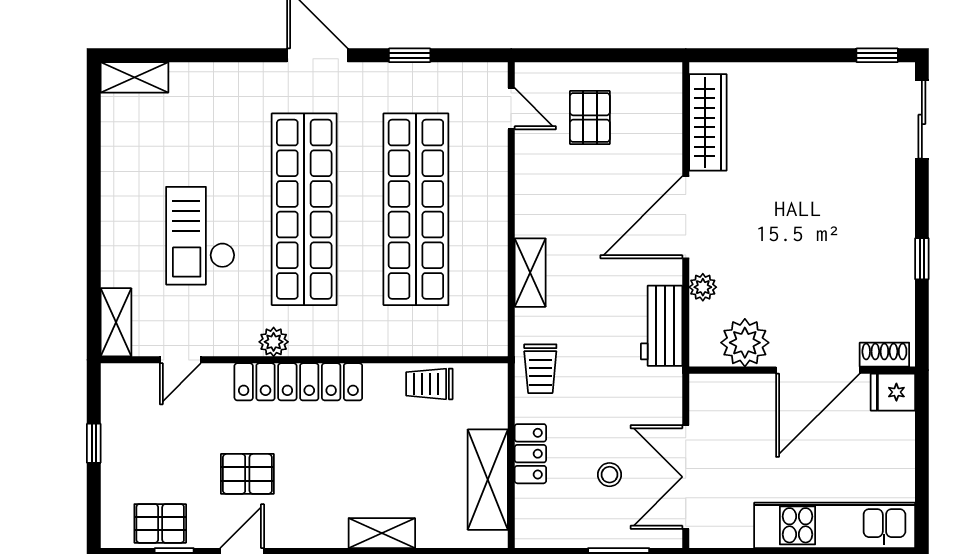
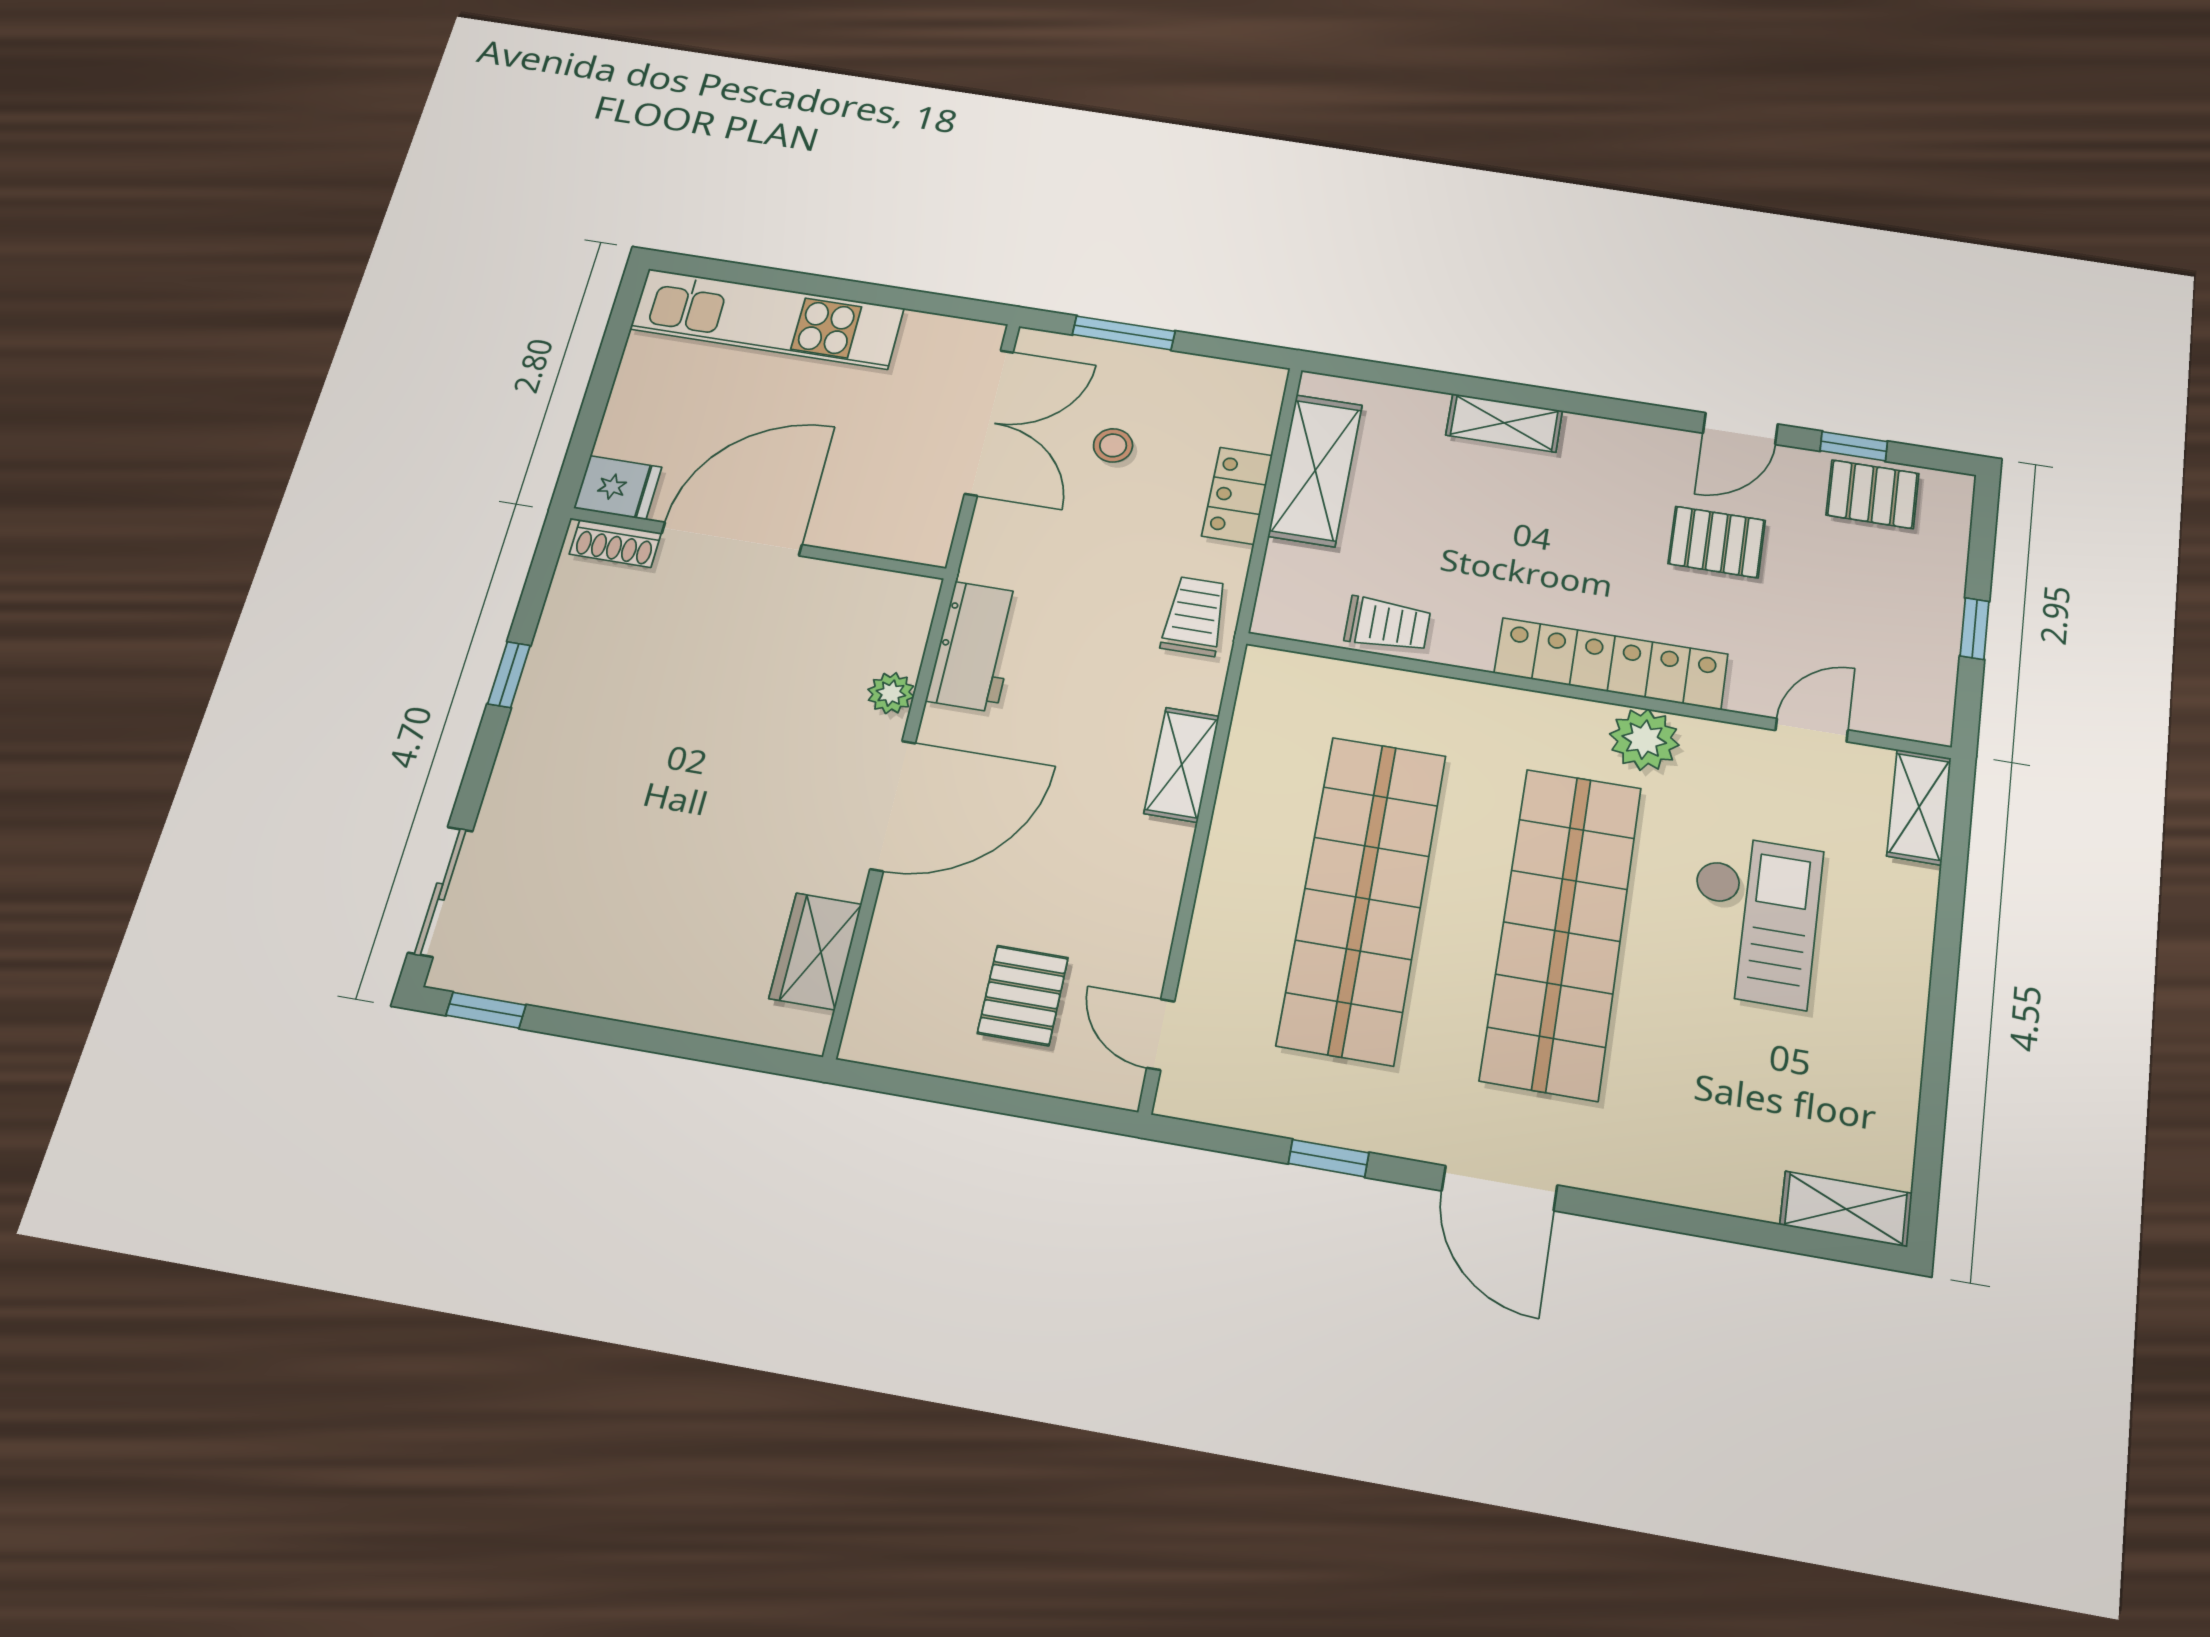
wardrobe: (708, 122) -> (816, 951), width x0.67
plant: (274, 342) -> (1644, 740), width x1.38, depth x1.38
plant: (745, 343) -> (842, 599), removed

